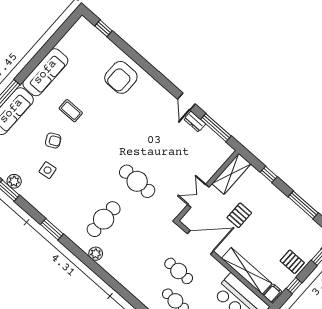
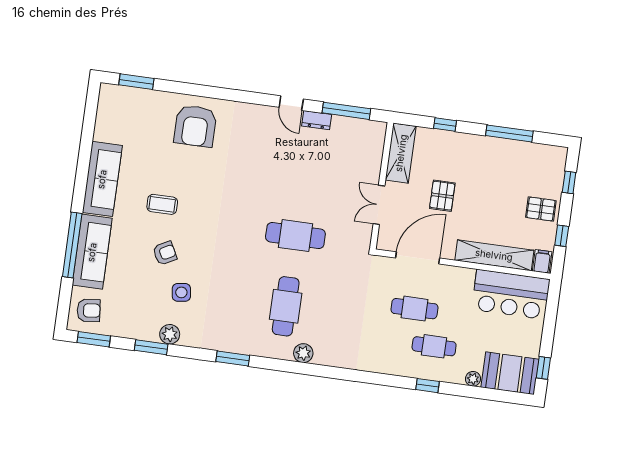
window: (104, 28) -> (136, 82), width x1.50
plant: (14, 181) -> (170, 334), moved

